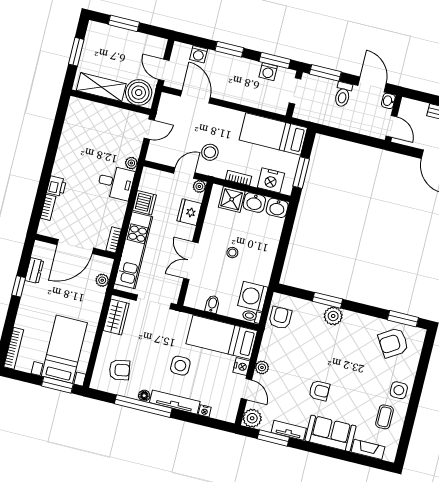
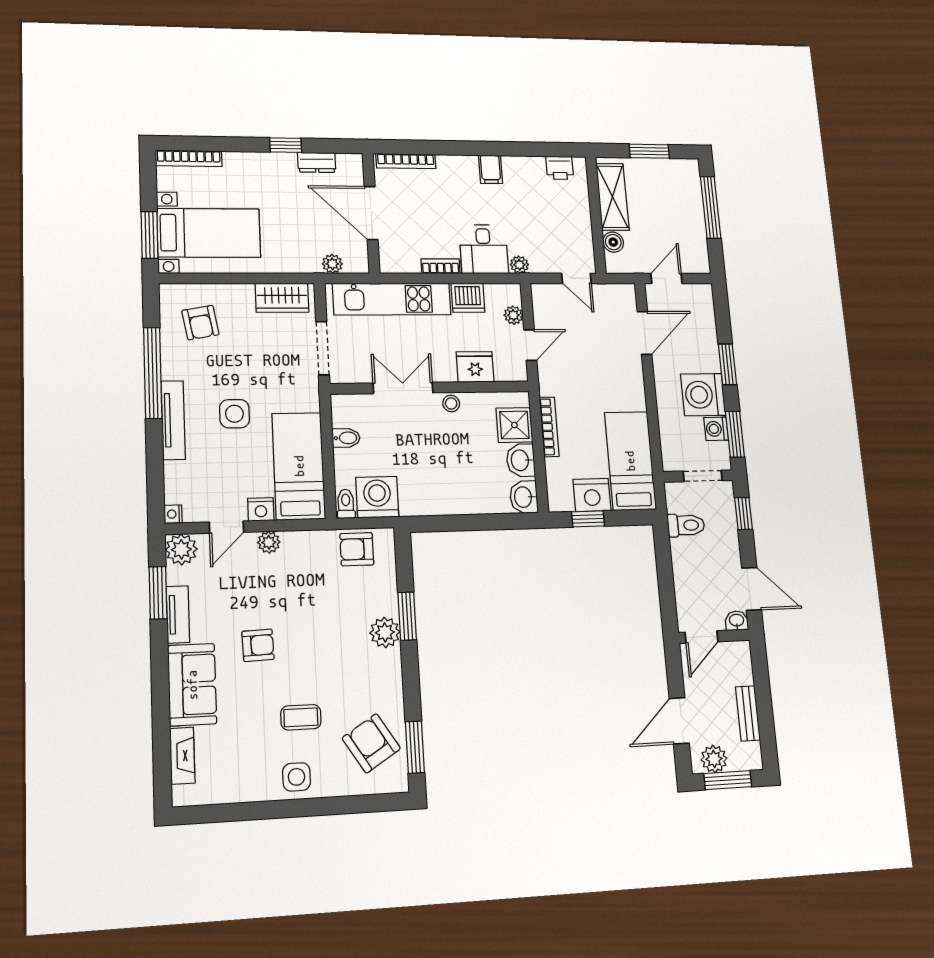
window: (124, 23) -> (711, 207), width x1.44
washing machine: (199, 54) -> (703, 395), moved, width x1.89, depth x1.89
window: (325, 73) -> (743, 513), width x0.67
door: (372, 84) -> (752, 589), hinge flipped
boiler: (139, 93) -> (613, 242), width x0.54, depth x0.54
toilet: (343, 95) -> (686, 525), moved, turned 180
stool: (210, 152) -> (573, 375), removed
filing cabinet: (64, 161) -> (491, 169), added
door: (184, 173) -> (530, 345), hinge flipped
window: (301, 173) -> (588, 519), width x0.67
bookcase: (239, 178) -> (549, 427), width x1.56
nightstand: (271, 180) -> (592, 495), moved, turned -90
printer: (56, 186) -> (560, 168), moved
plant: (199, 186) -> (513, 315), moved
bookcase: (48, 207) -> (406, 161), width x1.56
bookcase: (114, 240) -> (440, 266), moved
stool: (232, 253) -> (451, 403), moved
armchair: (280, 318) -> (357, 549), turned 180
armchair: (319, 391) -> (258, 645), turned -92
floor lamp: (144, 396) -> (170, 370), removed
nightstand: (205, 411) -> (173, 514), moved
coffee table: (384, 417) -> (301, 717), moved

